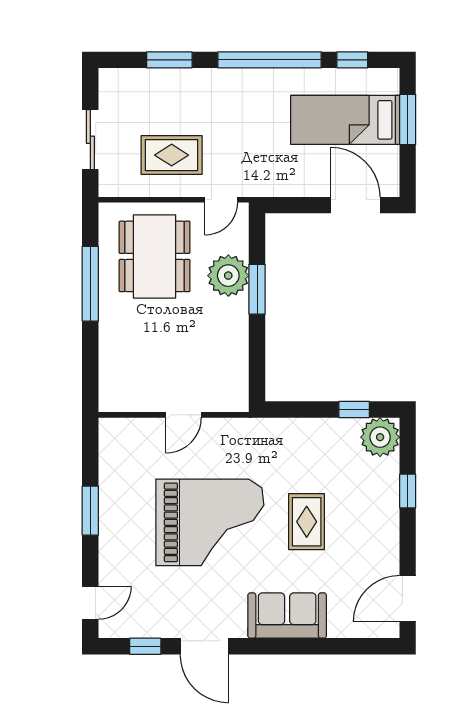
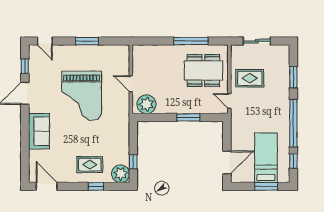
rug: (172, 155) -> (250, 78), turned 90
plant: (228, 276) -> (146, 104), moved
rug: (307, 522) -> (90, 165), moved

